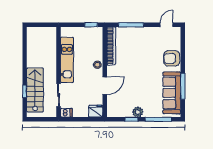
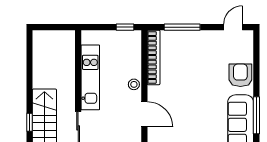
armchair: (172, 58) -> (240, 75), turned 90
door: (105, 86) -> (144, 114), hinge flipped

